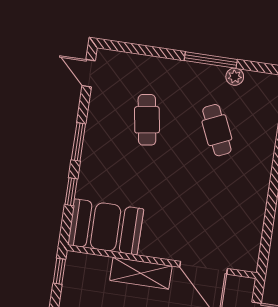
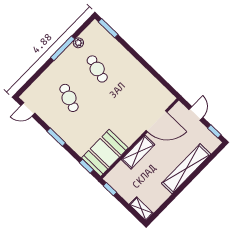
cafe table: (147, 120) -> (69, 98), turned 30
cafe table: (217, 130) -> (97, 69), turned 39
window: (71, 192) -> (86, 166), moved

